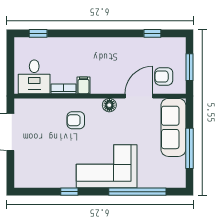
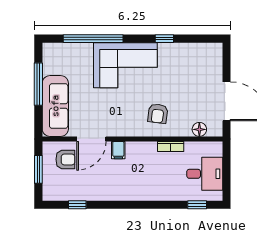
desk: (34, 77) -> (205, 174), moved, turned 90
filing cabinet: (83, 85) -> (118, 150), moved
floor lamp: (109, 105) -> (199, 129), moved
armchair: (76, 120) -> (158, 114), turned 97

